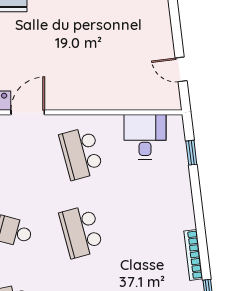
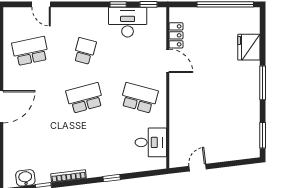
school desk: (81, 153) -> (139, 98), turned 30
window: (191, 153) -> (112, 178), moved

